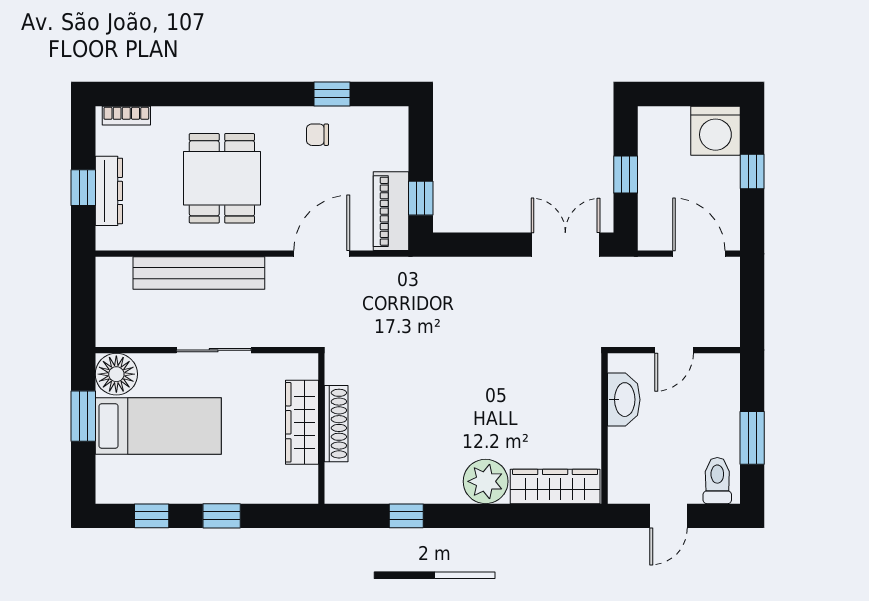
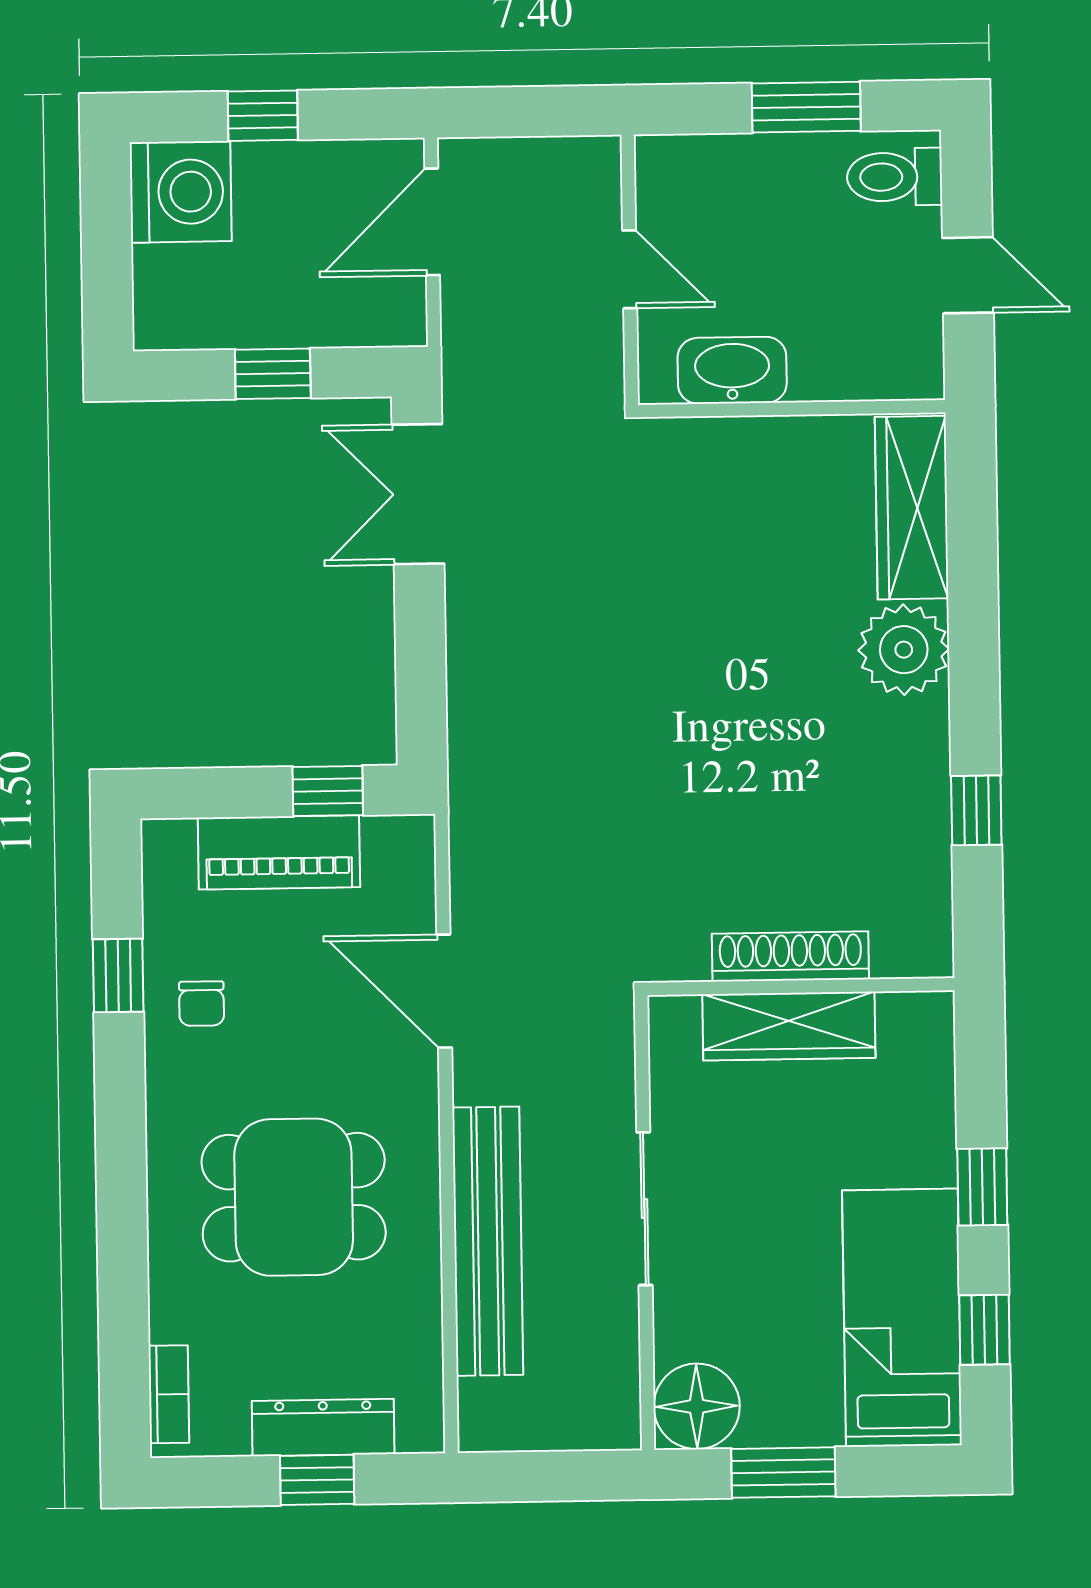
piano: (391, 211) -> (279, 852), moved
bed: (158, 426) -> (902, 1318), moved

